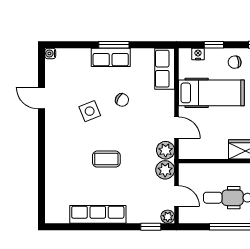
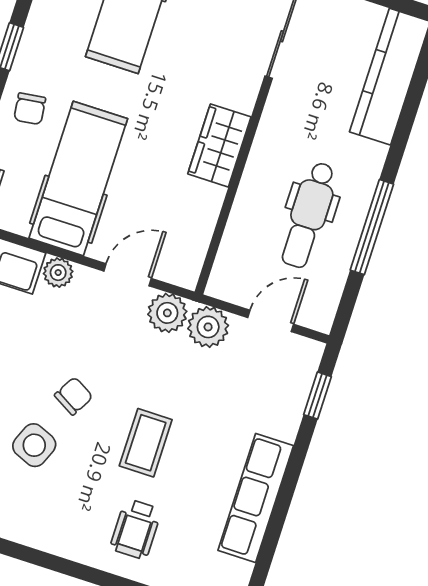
chair: (122, 100) -> (74, 396), moved
side table: (90, 111) -> (34, 445), turned 45
wheelchair: (68, 167) -> (136, 529), added
plant: (168, 217) -> (58, 273), moved

